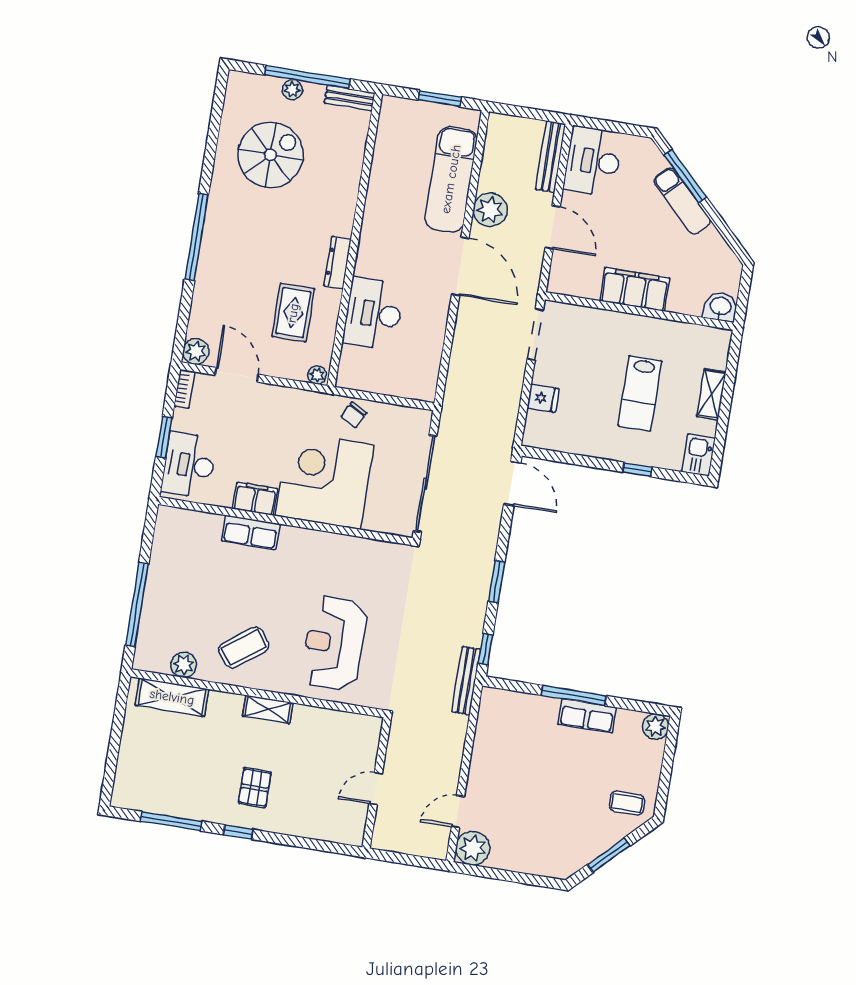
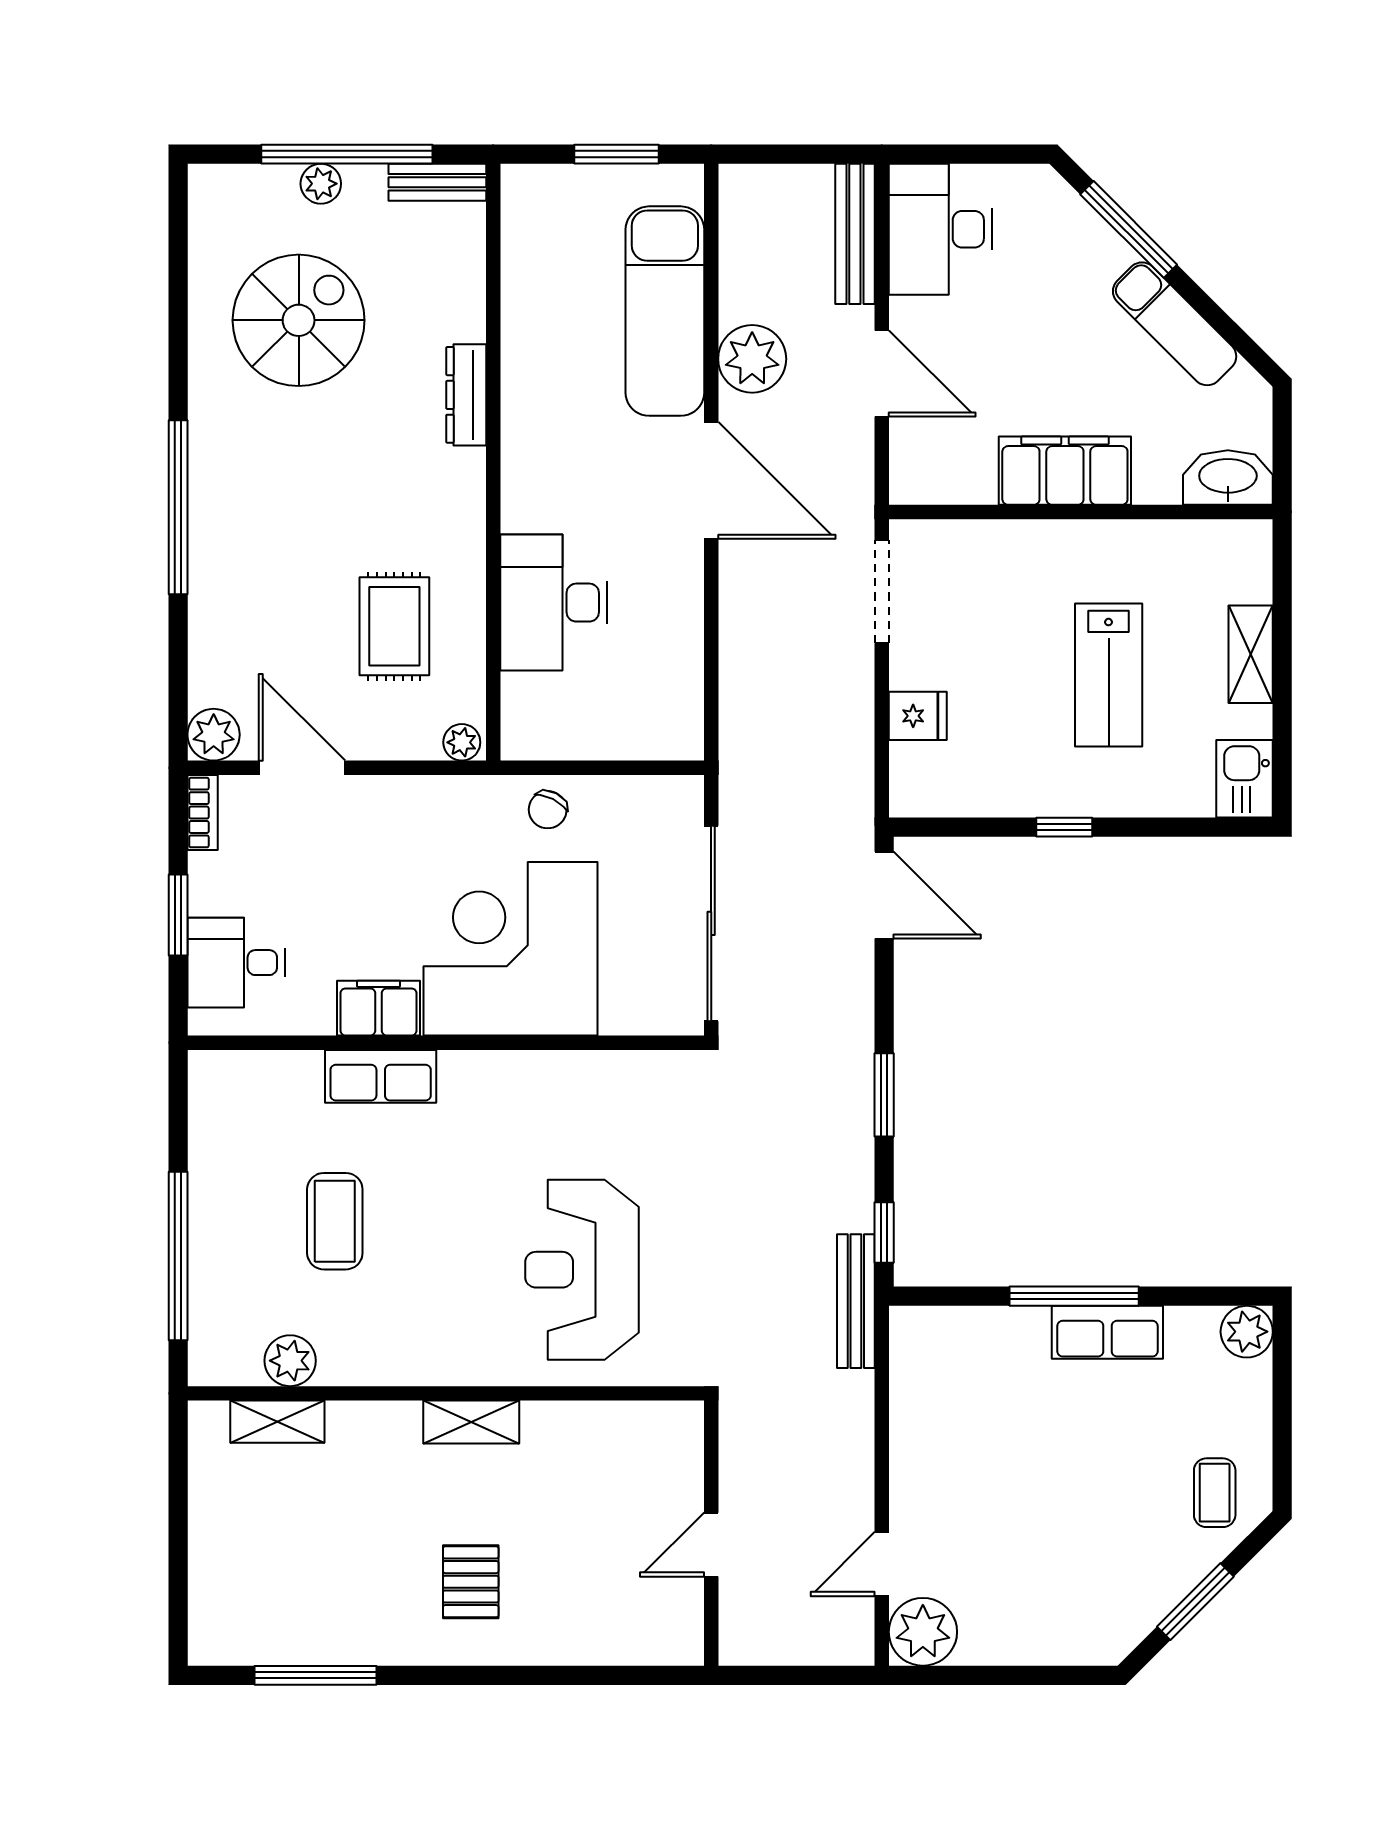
exam couch: (682, 201) -> (1175, 324), moved
dresser: (338, 263) -> (466, 395), moved
washbasin: (720, 307) -> (1228, 477), width x1.38
desk: (189, 465) -> (236, 963), width x0.73
window: (637, 469) -> (1064, 827), moved
coffee table: (244, 647) -> (335, 1221), moved, turned -53
shelving: (172, 697) -> (277, 1422), width x0.67, depth x0.75
coffee table: (627, 803) -> (1215, 1493), turned 90
window: (238, 832) -> (452, 1675), removed

